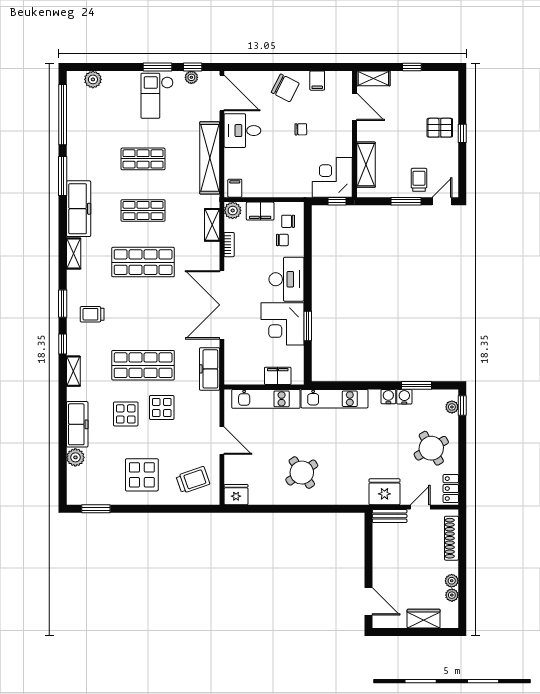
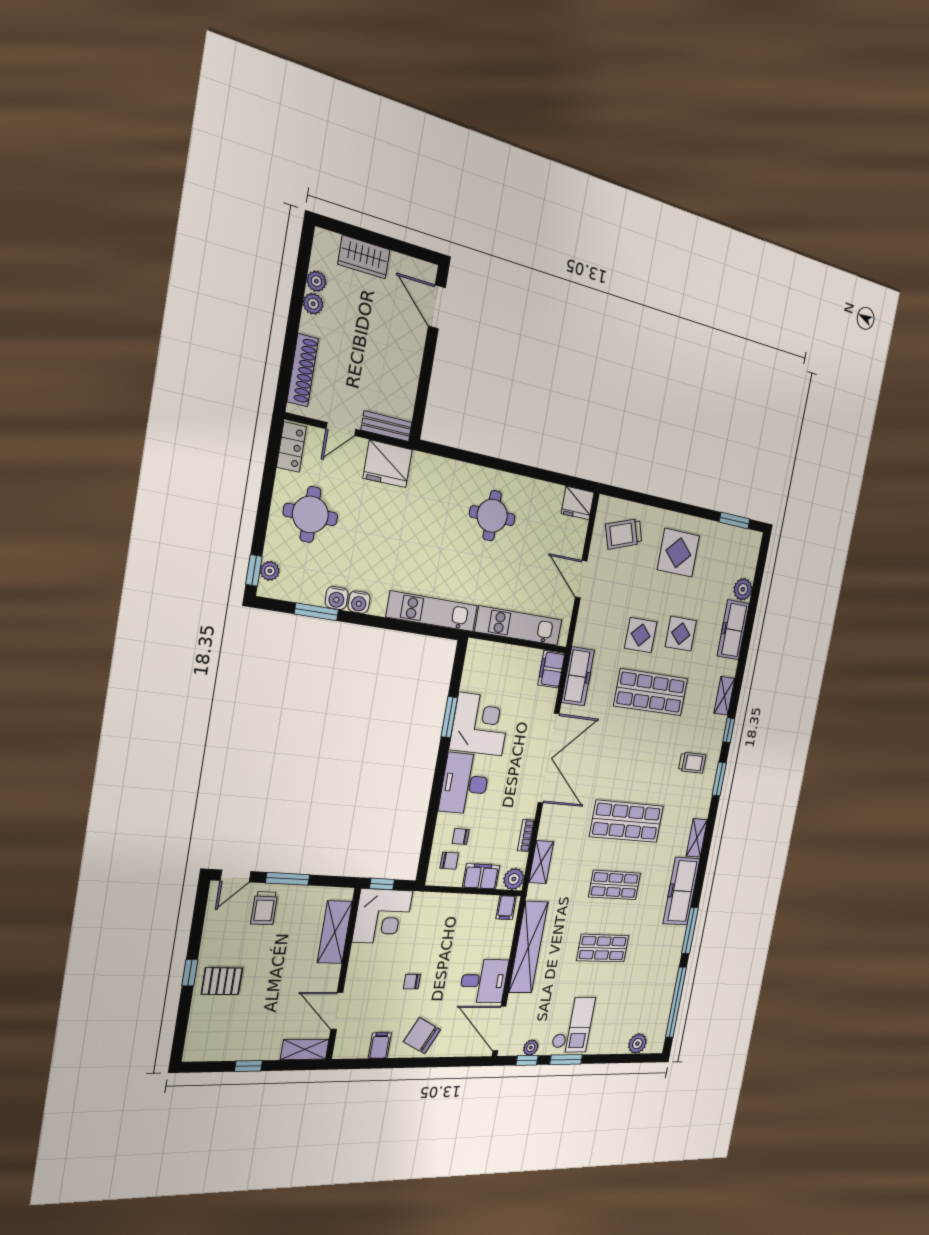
filing cabinet: (278, 376) -> (551, 669), moved, turned 90
round table: (431, 448) -> (310, 514), turned 30
round table: (302, 473) -> (492, 516), turned 35

